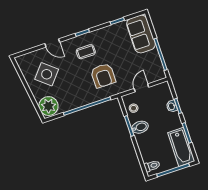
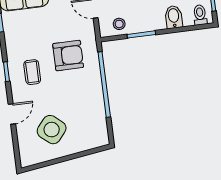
plant: (48, 106) -> (94, 135), removed
bidet: (140, 127) -> (174, 17), moved

